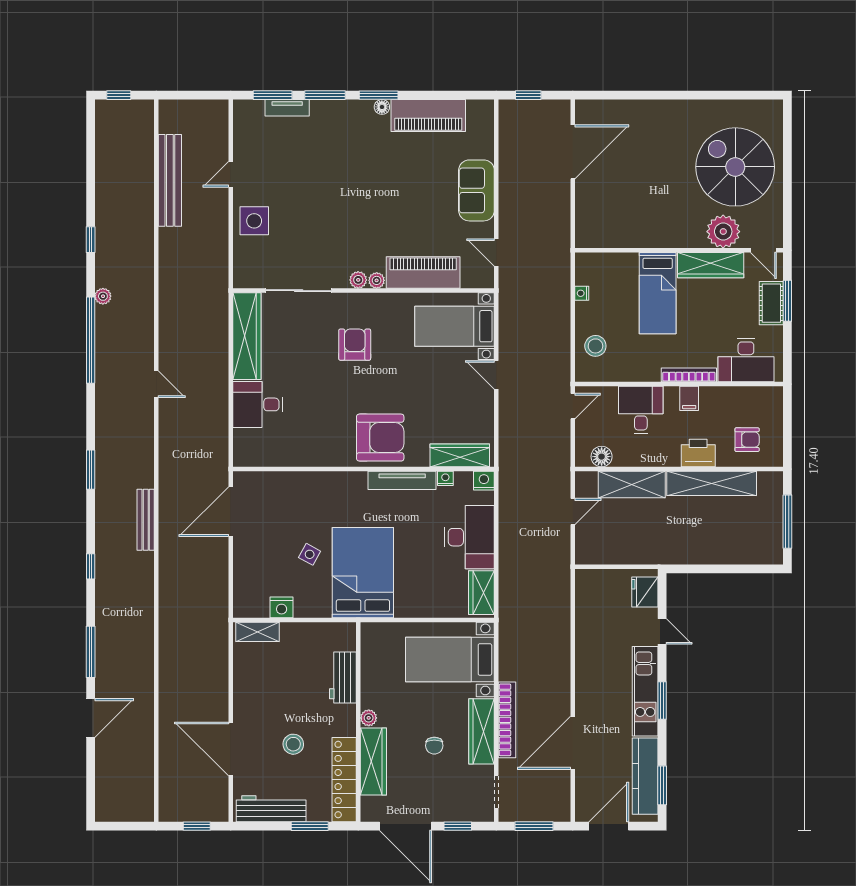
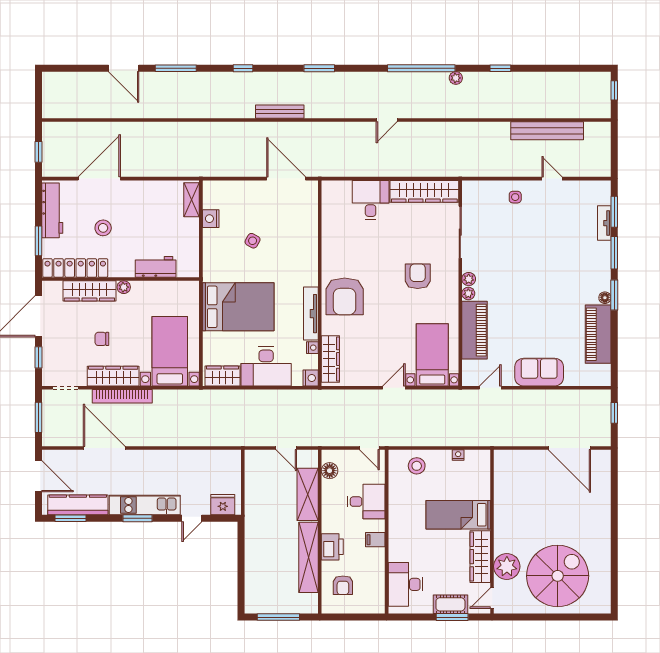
side table: (254, 221) -> (515, 197), width x0.54, depth x0.54
armchair: (355, 345) -> (418, 276), turned -90
bookcase: (689, 375) -> (394, 539), removed
bed: (363, 573) -> (238, 307), moved

